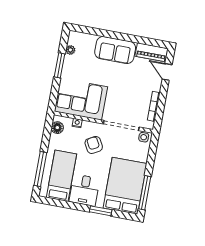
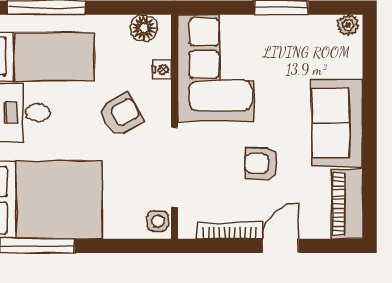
plant: (70, 50) -> (348, 25), moved
door: (167, 72) -> (281, 246), moved
armchair: (127, 87) -> (261, 163), added

